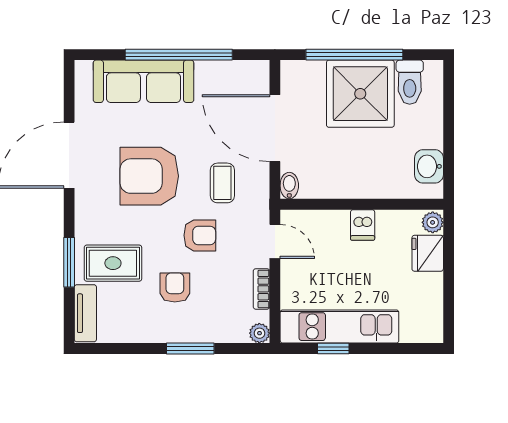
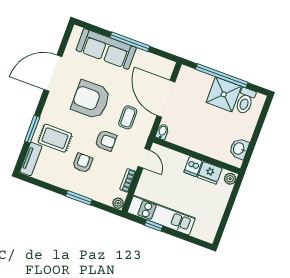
window: (179, 55) -> (130, 42), width x0.68
shower: (360, 94) -> (224, 94), width x0.73, depth x0.73
fridge: (428, 253) -> (210, 173), moved, turned -90

